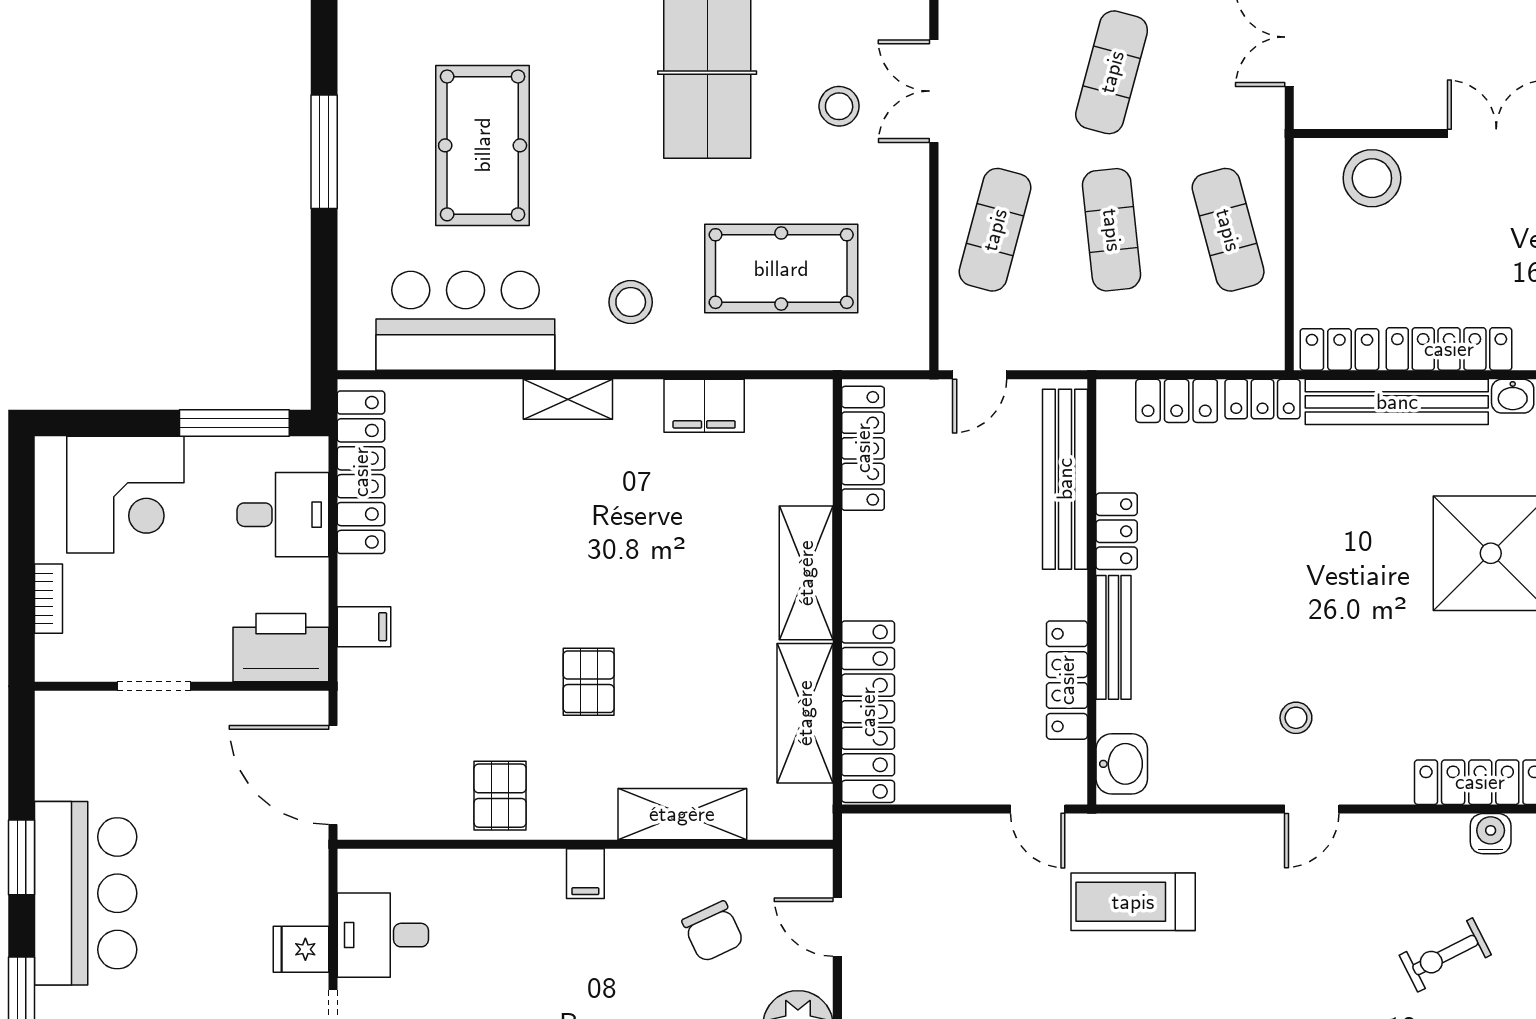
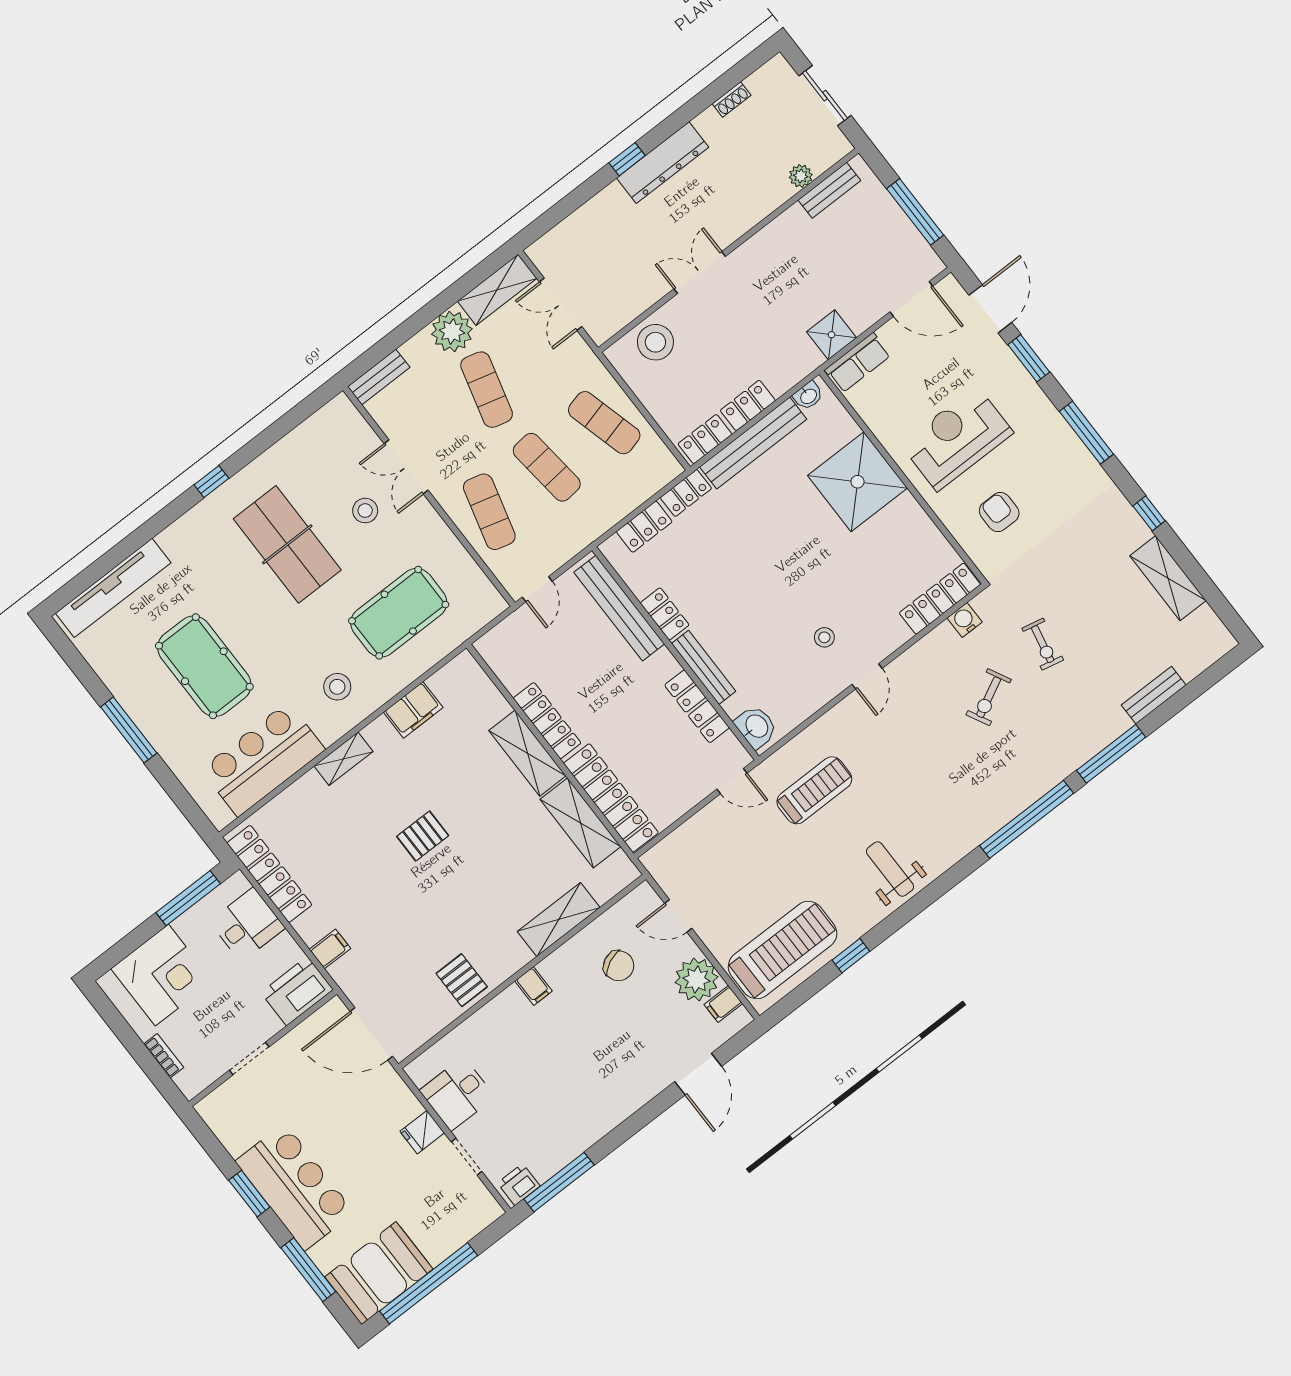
locker: (1449, 349) -> (748, 405), width x0.66
locker: (863, 448) -> (547, 721), moved
pallet: (589, 682) -> (423, 836), moved, turned 90
treadmill: (1133, 902) -> (814, 790), turned 180

